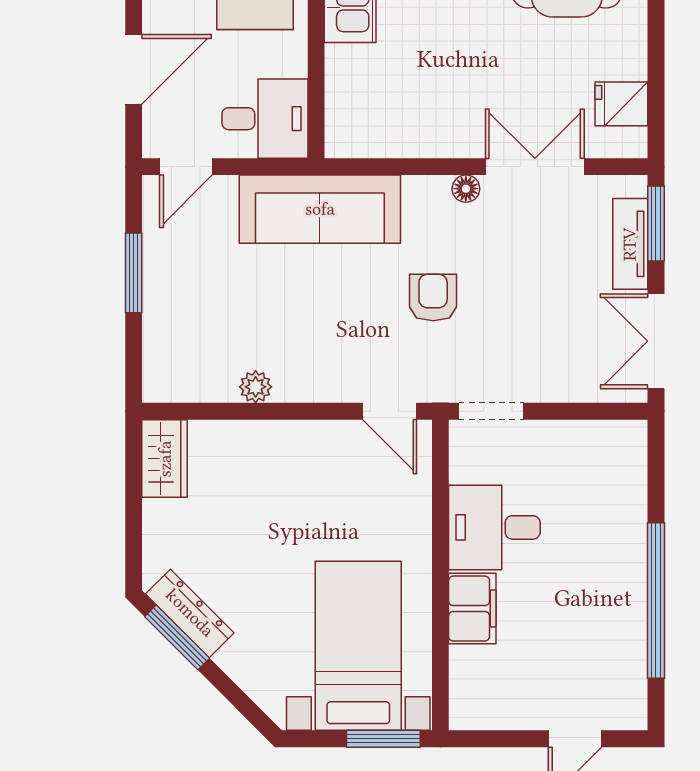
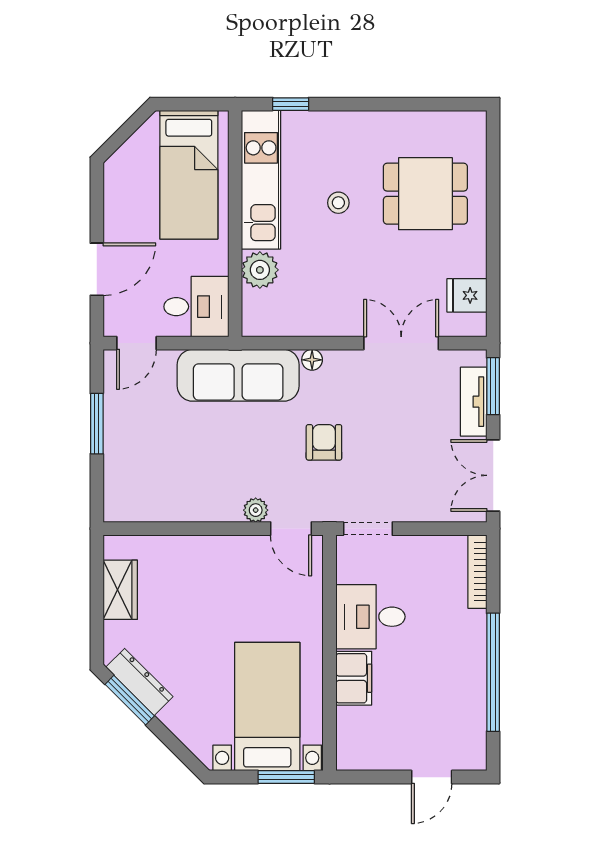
plant: (349, 70) -> (260, 270), added
floor lamp: (466, 189) -> (312, 360), moved
plant: (256, 387) -> (256, 510), moved
wardrobe: (165, 459) -> (120, 590), moved
bookcase: (635, 468) -> (477, 572), added

